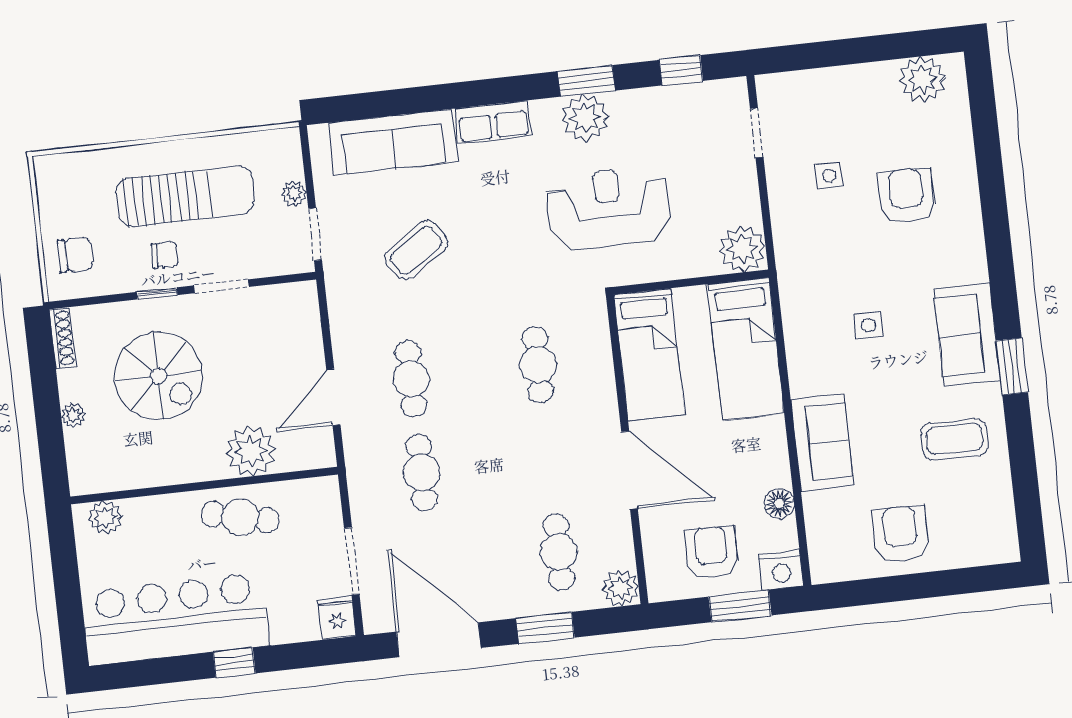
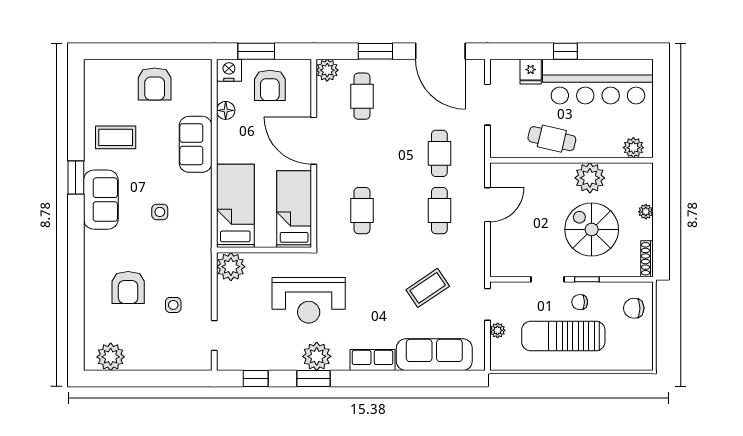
plant: (251, 451) -> (590, 178), moved
fridge: (337, 618) -> (531, 72), moved

